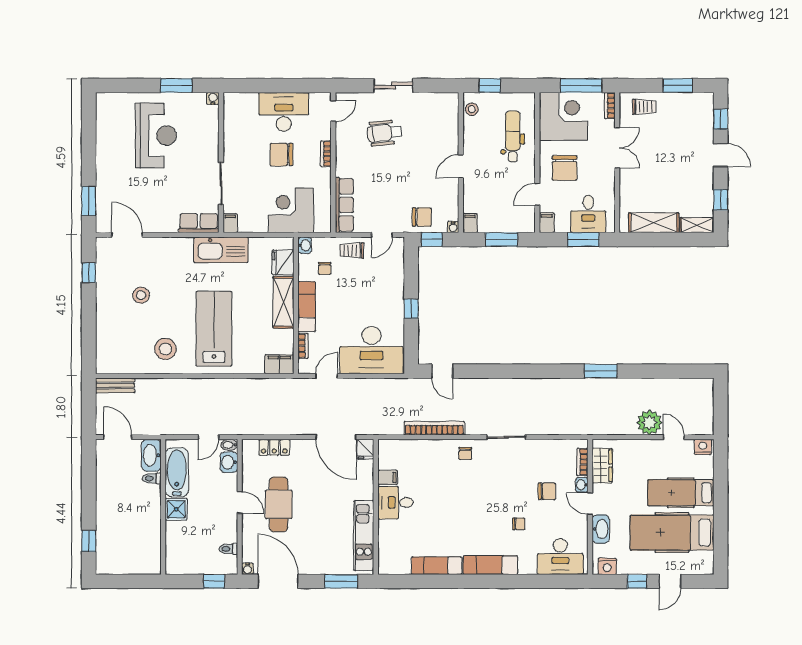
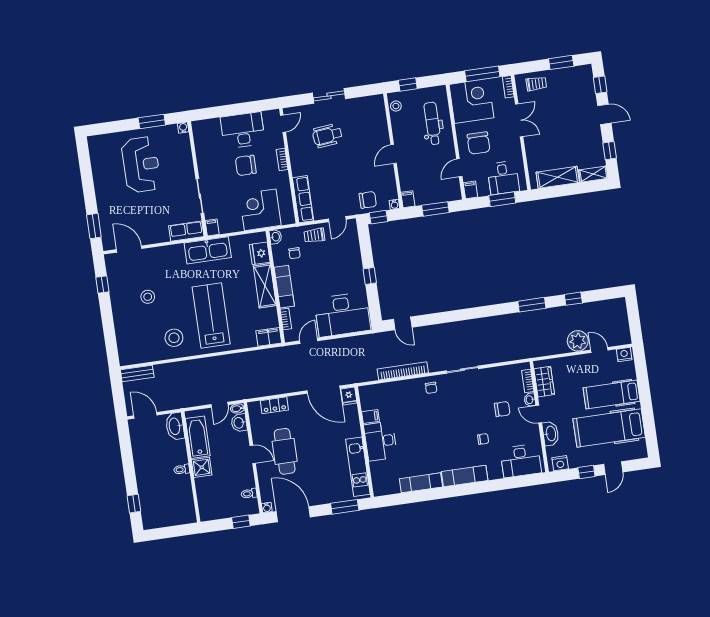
window: (651, 371) -> (573, 299), added
toilet: (152, 478) -> (182, 469), moved
desk: (395, 503) -> (381, 441), width x1.37

